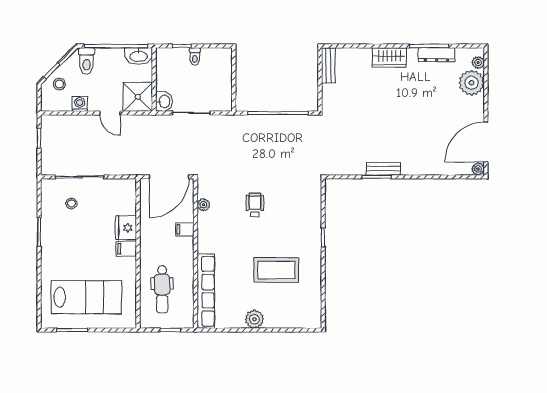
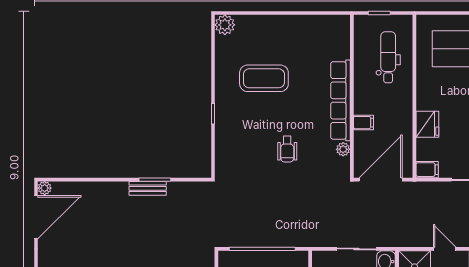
filing cabinet: (126, 249) -> (427, 170), moved
row of seats: (206, 291) -> (340, 100), moved
plant: (254, 319) -> (225, 25), moved

